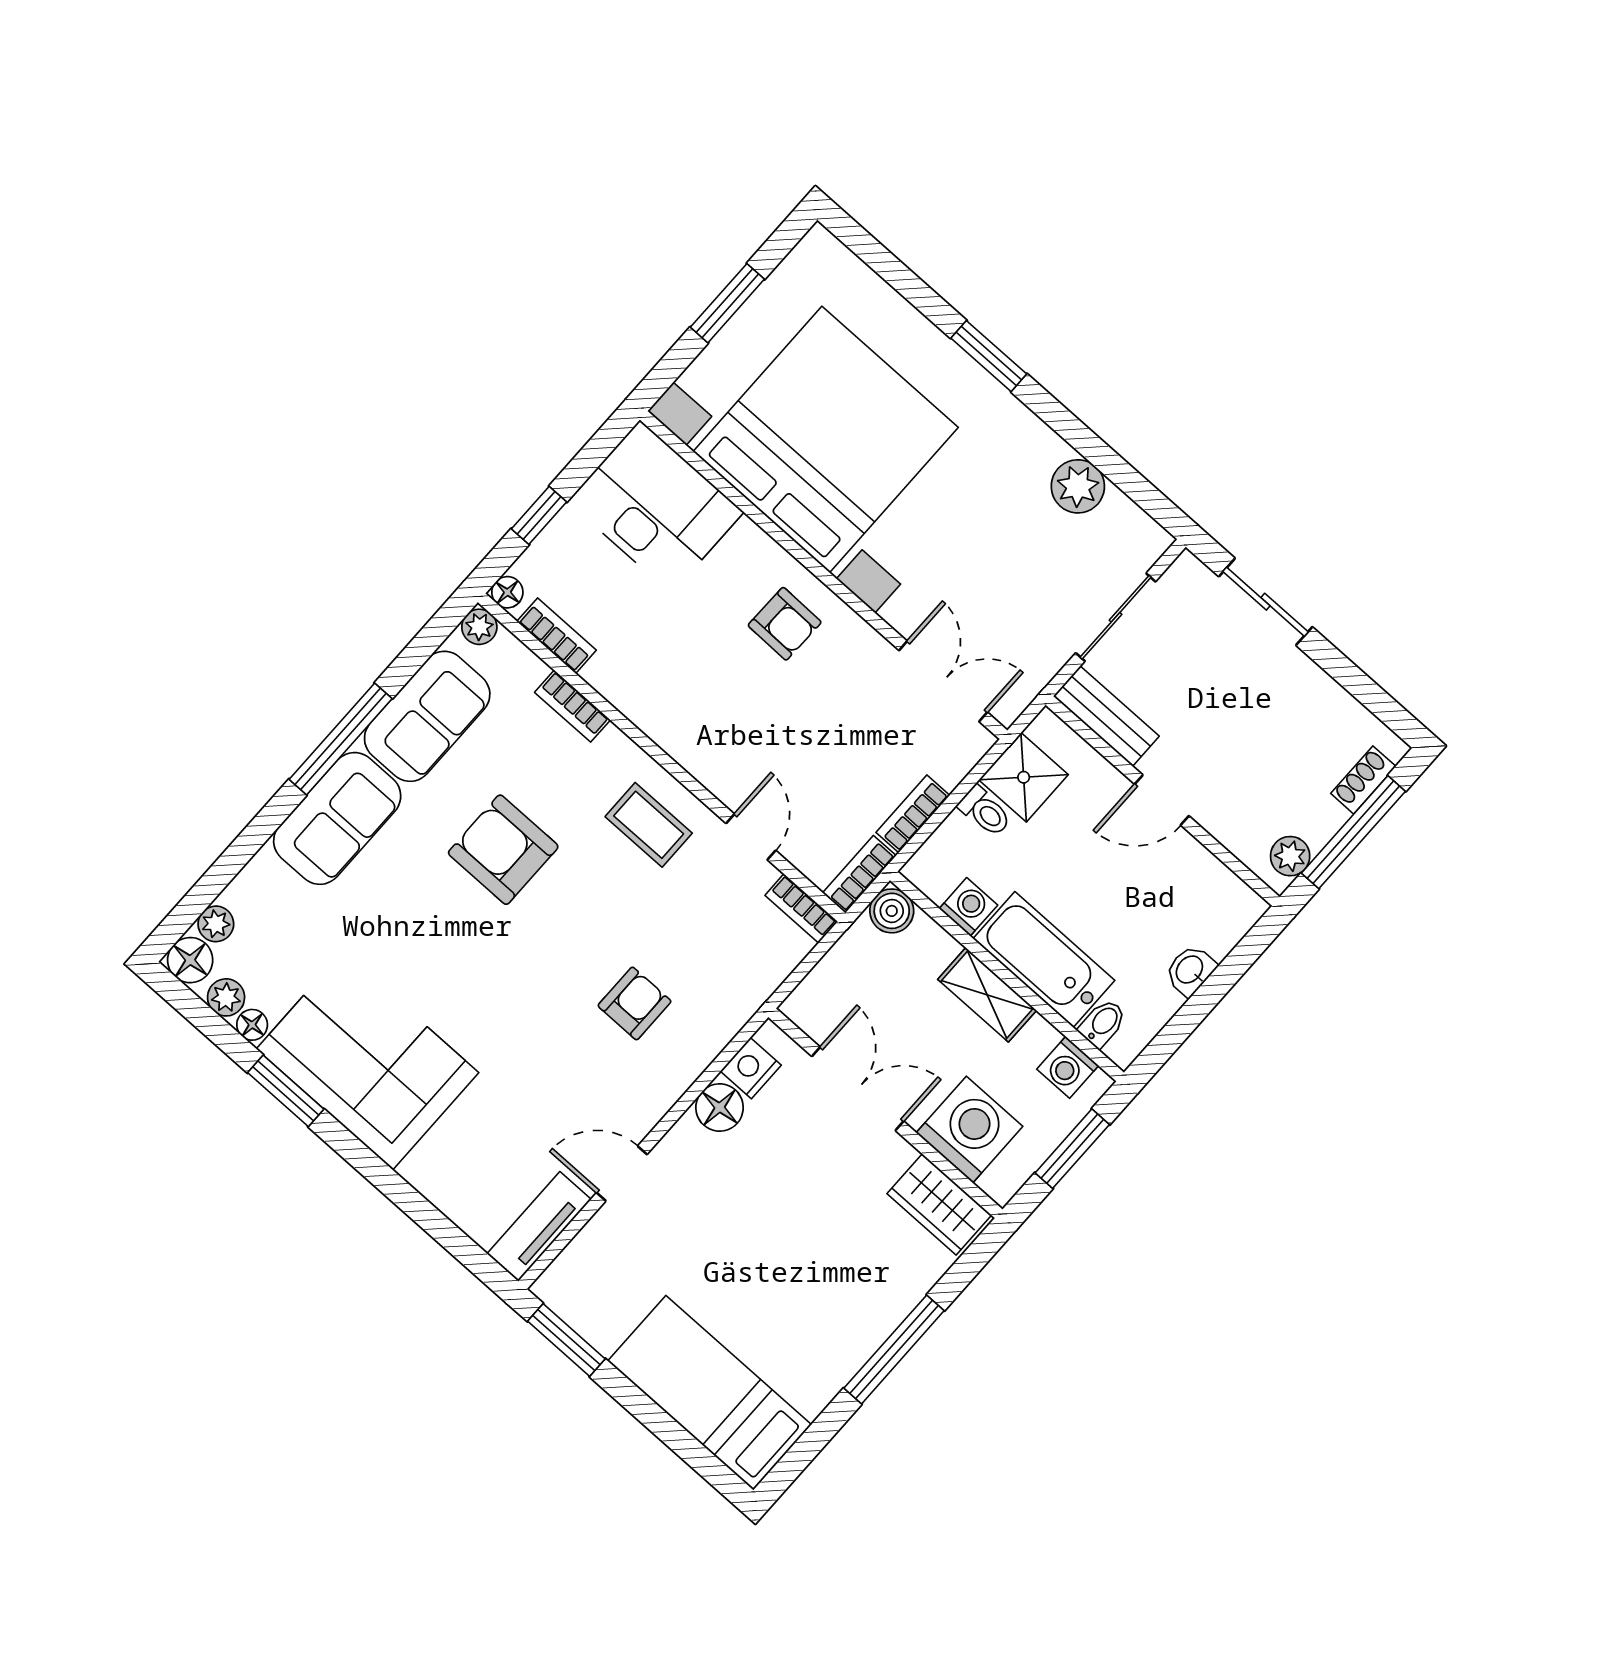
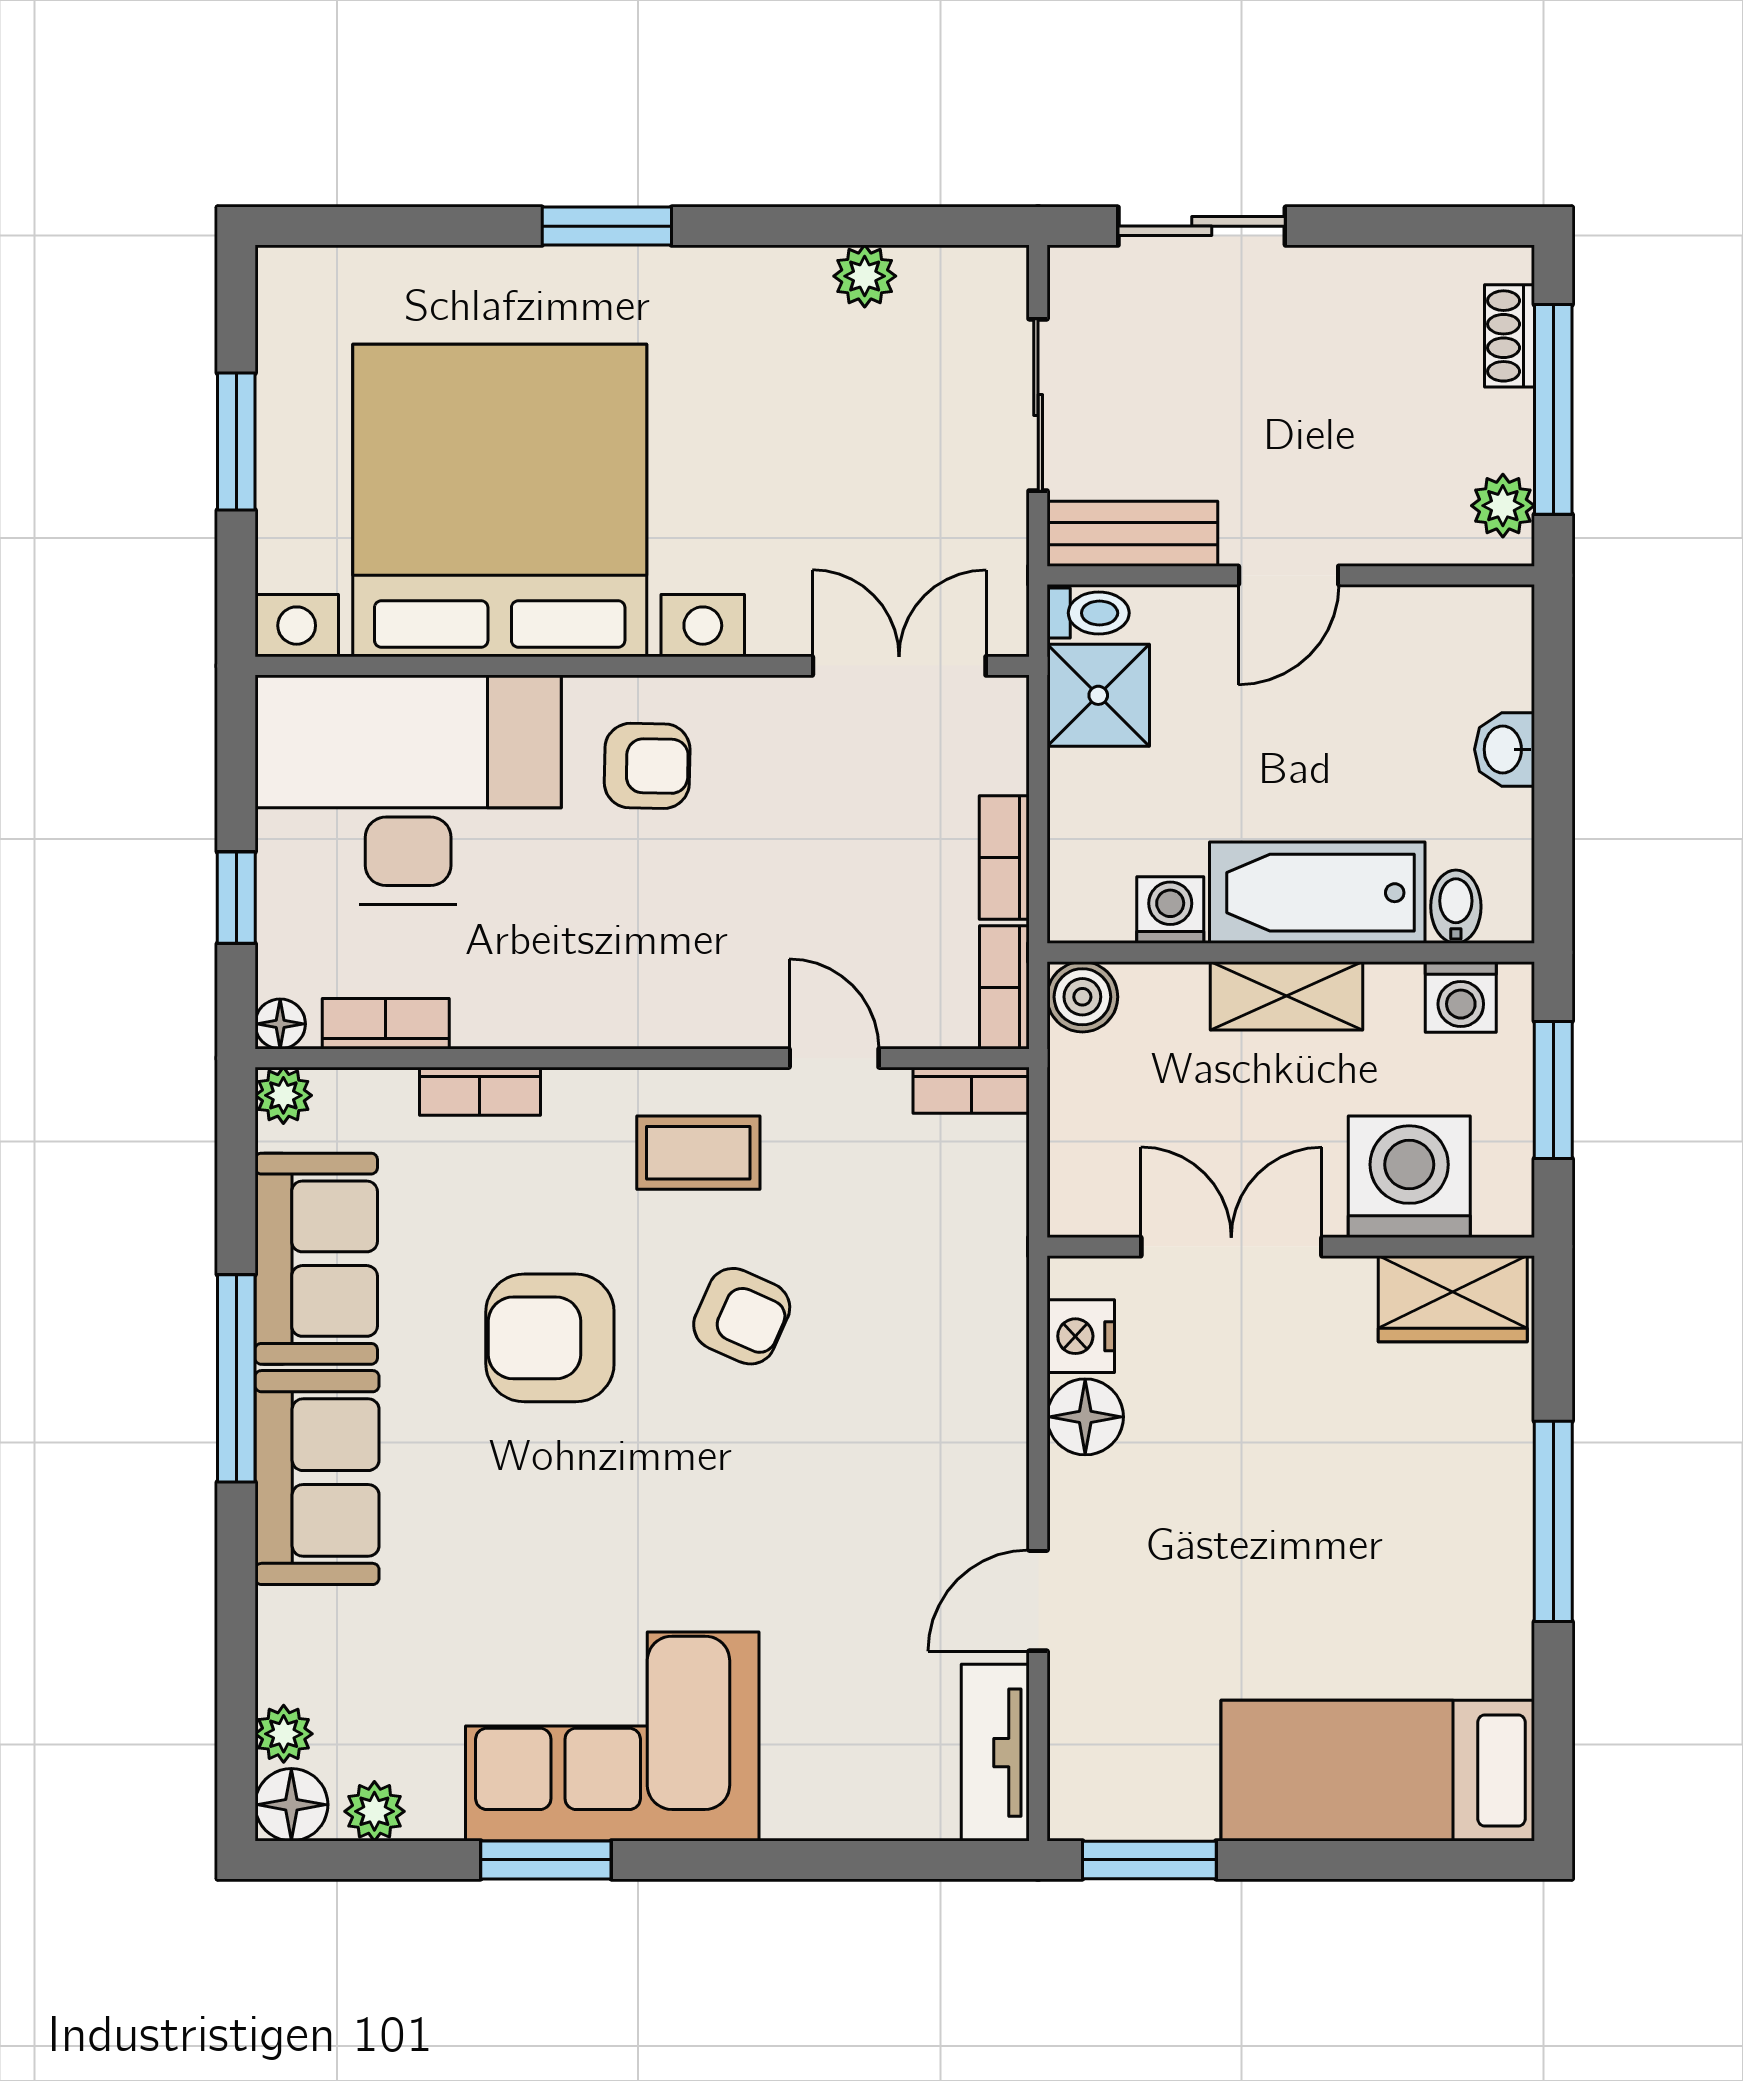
plant: (1078, 486) -> (865, 276), width x0.73, depth x0.73
desk: (656, 507) -> (408, 789), width x1.36, depth x1.30
toilet: (985, 811) -> (1088, 613), moved
armchair: (634, 1003) -> (742, 1316), moved, turned 114
floor lamp: (252, 1025) -> (435, 1816), removed

